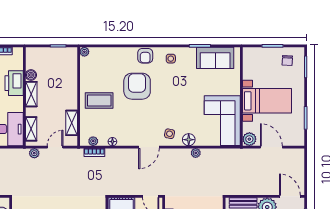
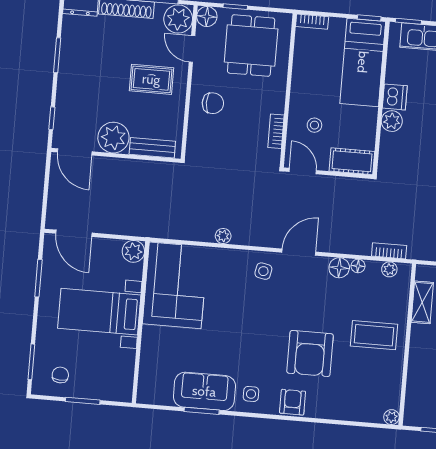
sofa: (215, 58) -> (204, 391), moved
floor lamp: (189, 140) -> (339, 268), moved
door: (271, 147) -> (74, 233), moved

